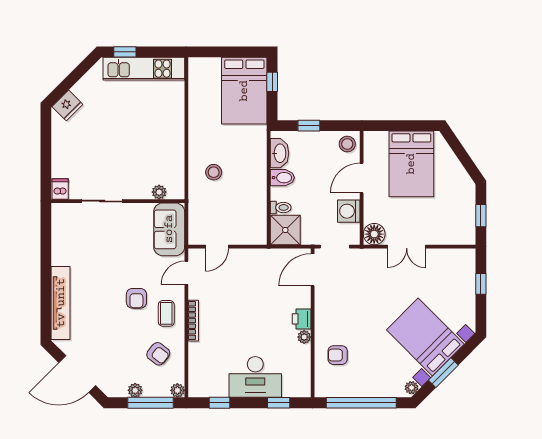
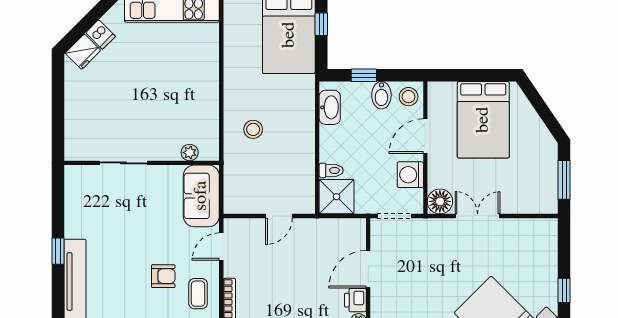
bidet: (282, 178) -> (381, 95), moved, turned 90
dishwasher: (60, 189) -> (101, 34), moved, turned 135
window: (481, 216) -> (564, 180), width x1.50
door: (217, 247) -> (279, 216), moved
double door: (407, 247) -> (478, 216), swing flipped
door: (313, 270) -> (368, 269), moved
window: (46, 277) -> (58, 251), added
window: (481, 284) -> (564, 290), moved
armchair: (136, 298) -> (163, 276), turned -90

